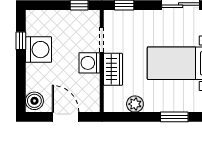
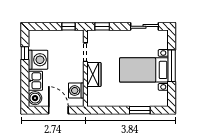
washing machine: (89, 63) -> (76, 91), moved
kitchen sink: (35, 78) -> (35, 81), added
plant: (135, 104) -> (110, 100), removed

